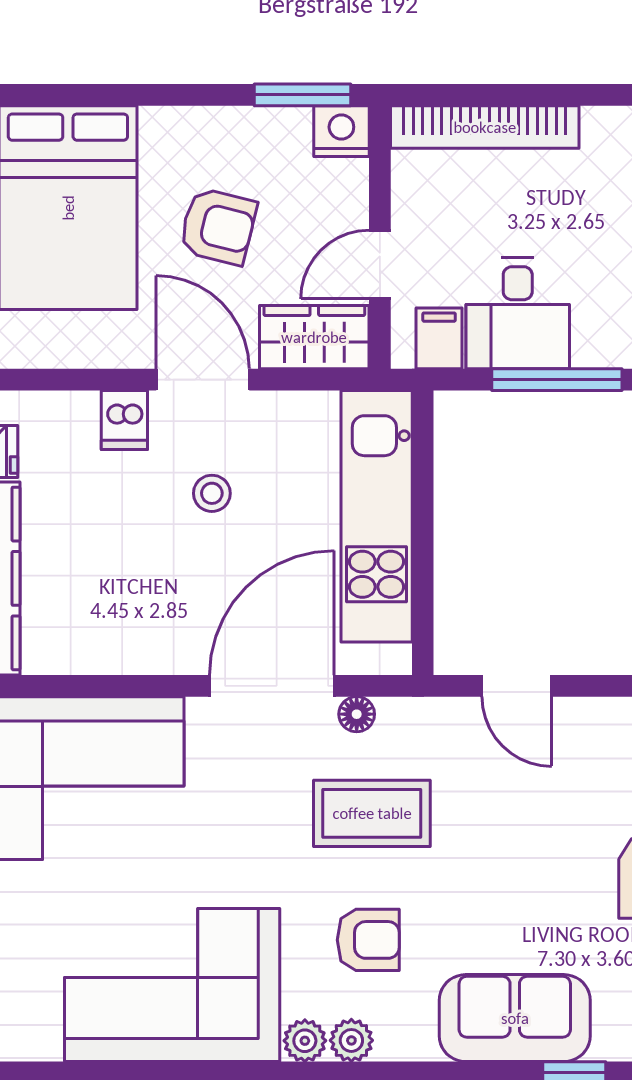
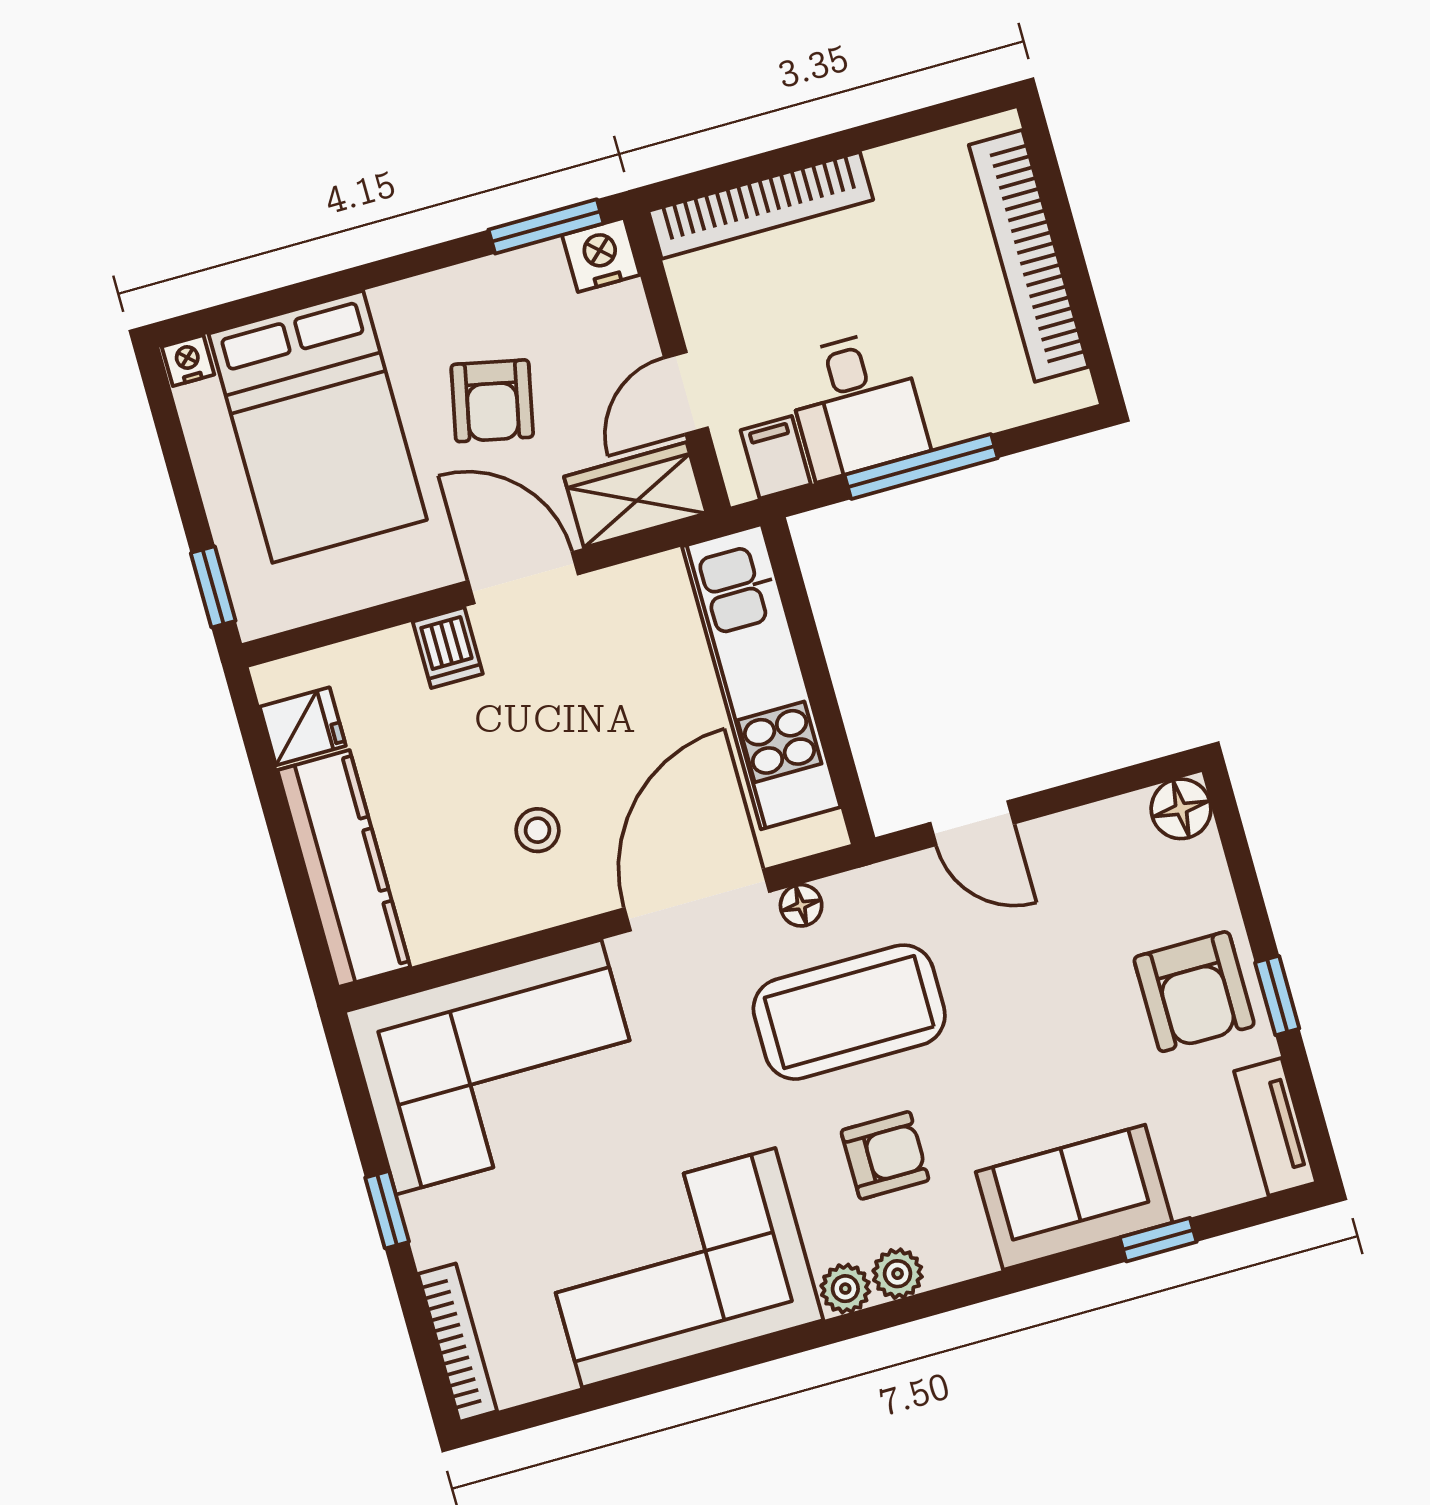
armchair: (218, 226) -> (492, 401), turned 88
stool: (212, 493) -> (537, 830), moved
coffee table: (372, 813) -> (849, 1012), width x1.36, depth x1.32

